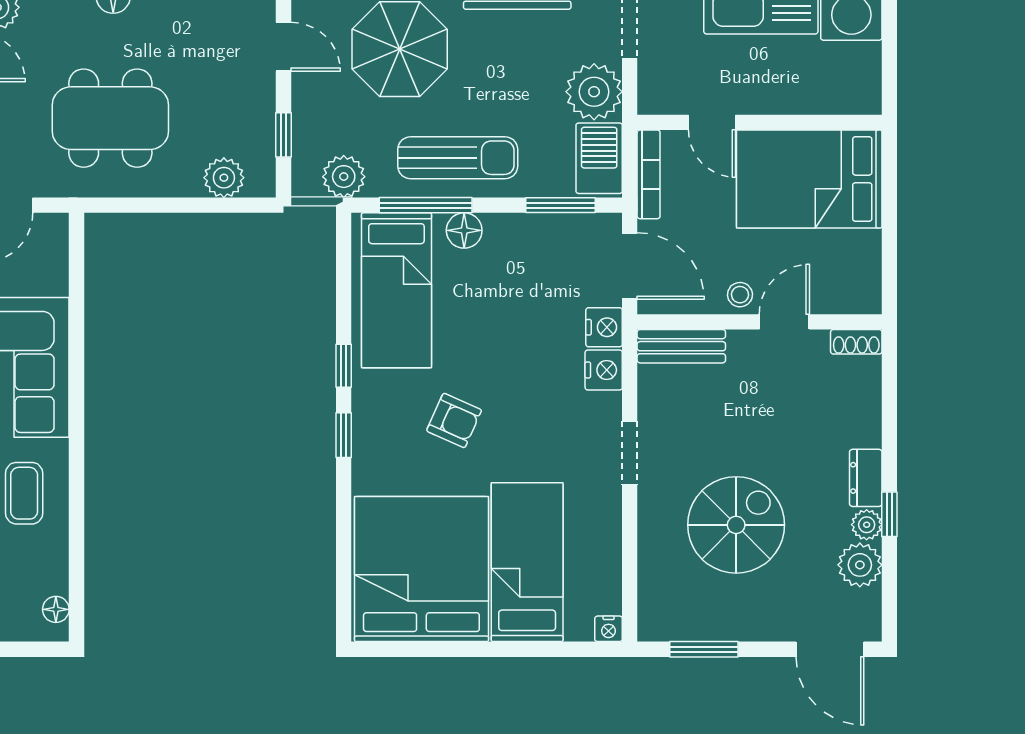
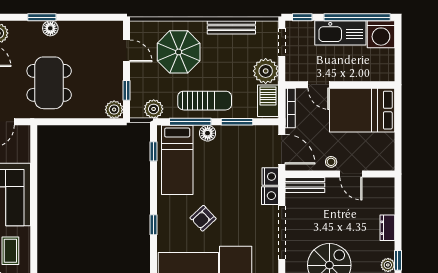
dining table: (110, 118) -> (49, 83), turned 90
plant: (224, 178) -> (114, 110), moved
window: (560, 205) -> (237, 122), moved
door: (784, 322) -> (351, 174), swing flipped
shoe rack: (856, 342) -> (383, 183), removed
window: (344, 366) -> (154, 151), moved
armchair: (454, 420) -> (203, 218), turned 113
doorway: (630, 453) -> (282, 233), width x1.88
dresser: (866, 478) -> (387, 228), moved

